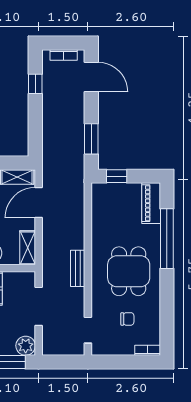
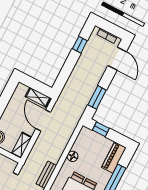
door: (39, 203) -> (43, 120), hinge flipped
floor lamp: (99, 229) -> (73, 156), added

